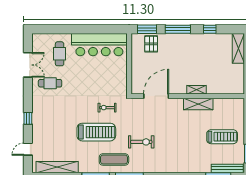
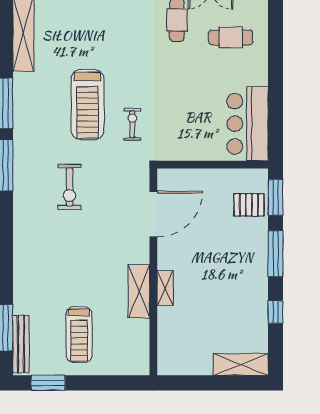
bar counter: (99, 45) -> (248, 124), width x0.73
door: (156, 96) -> (153, 214), hinge flipped
exercise mat: (114, 159) -> (37, 137), removed

